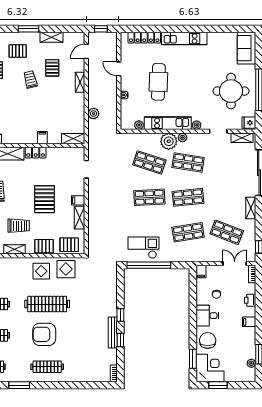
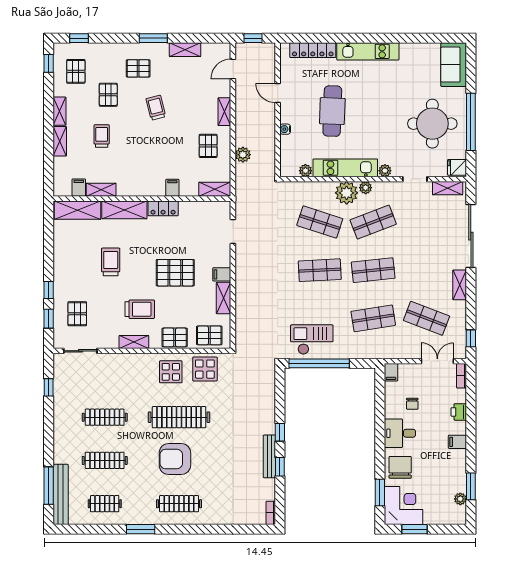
pallet: (52, 68) -> (208, 146), moved
shop shelf: (188, 162) -> (373, 222), turned -30
pallet: (44, 199) -> (175, 273), turned 90

